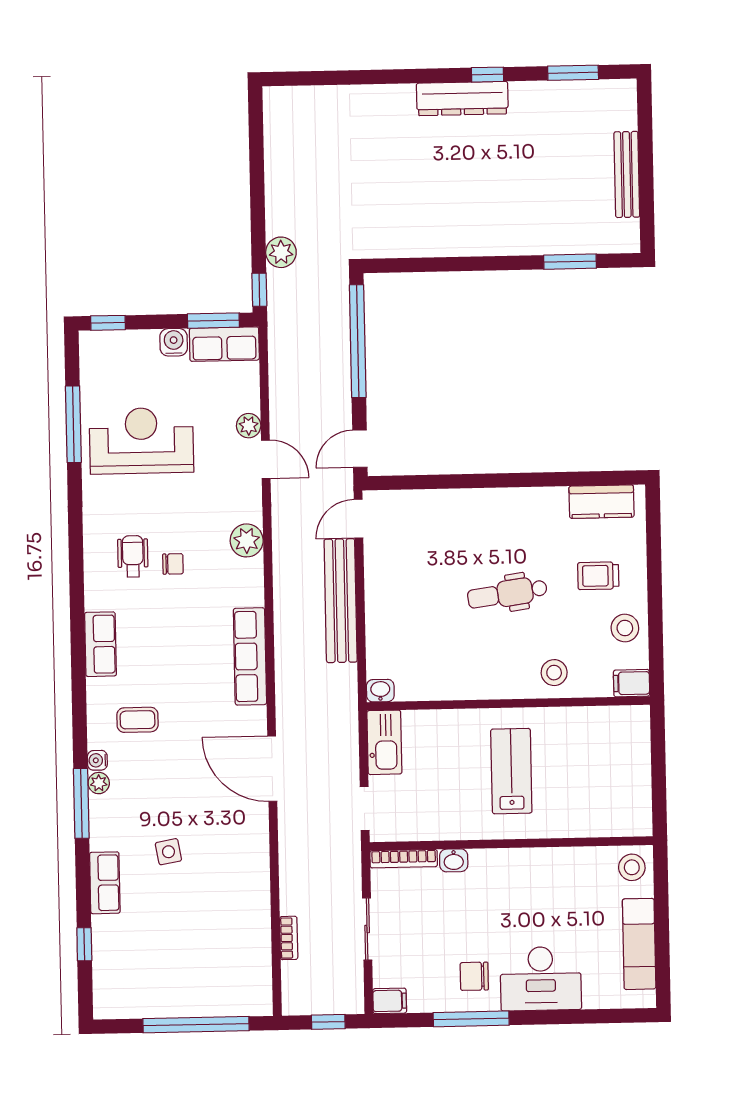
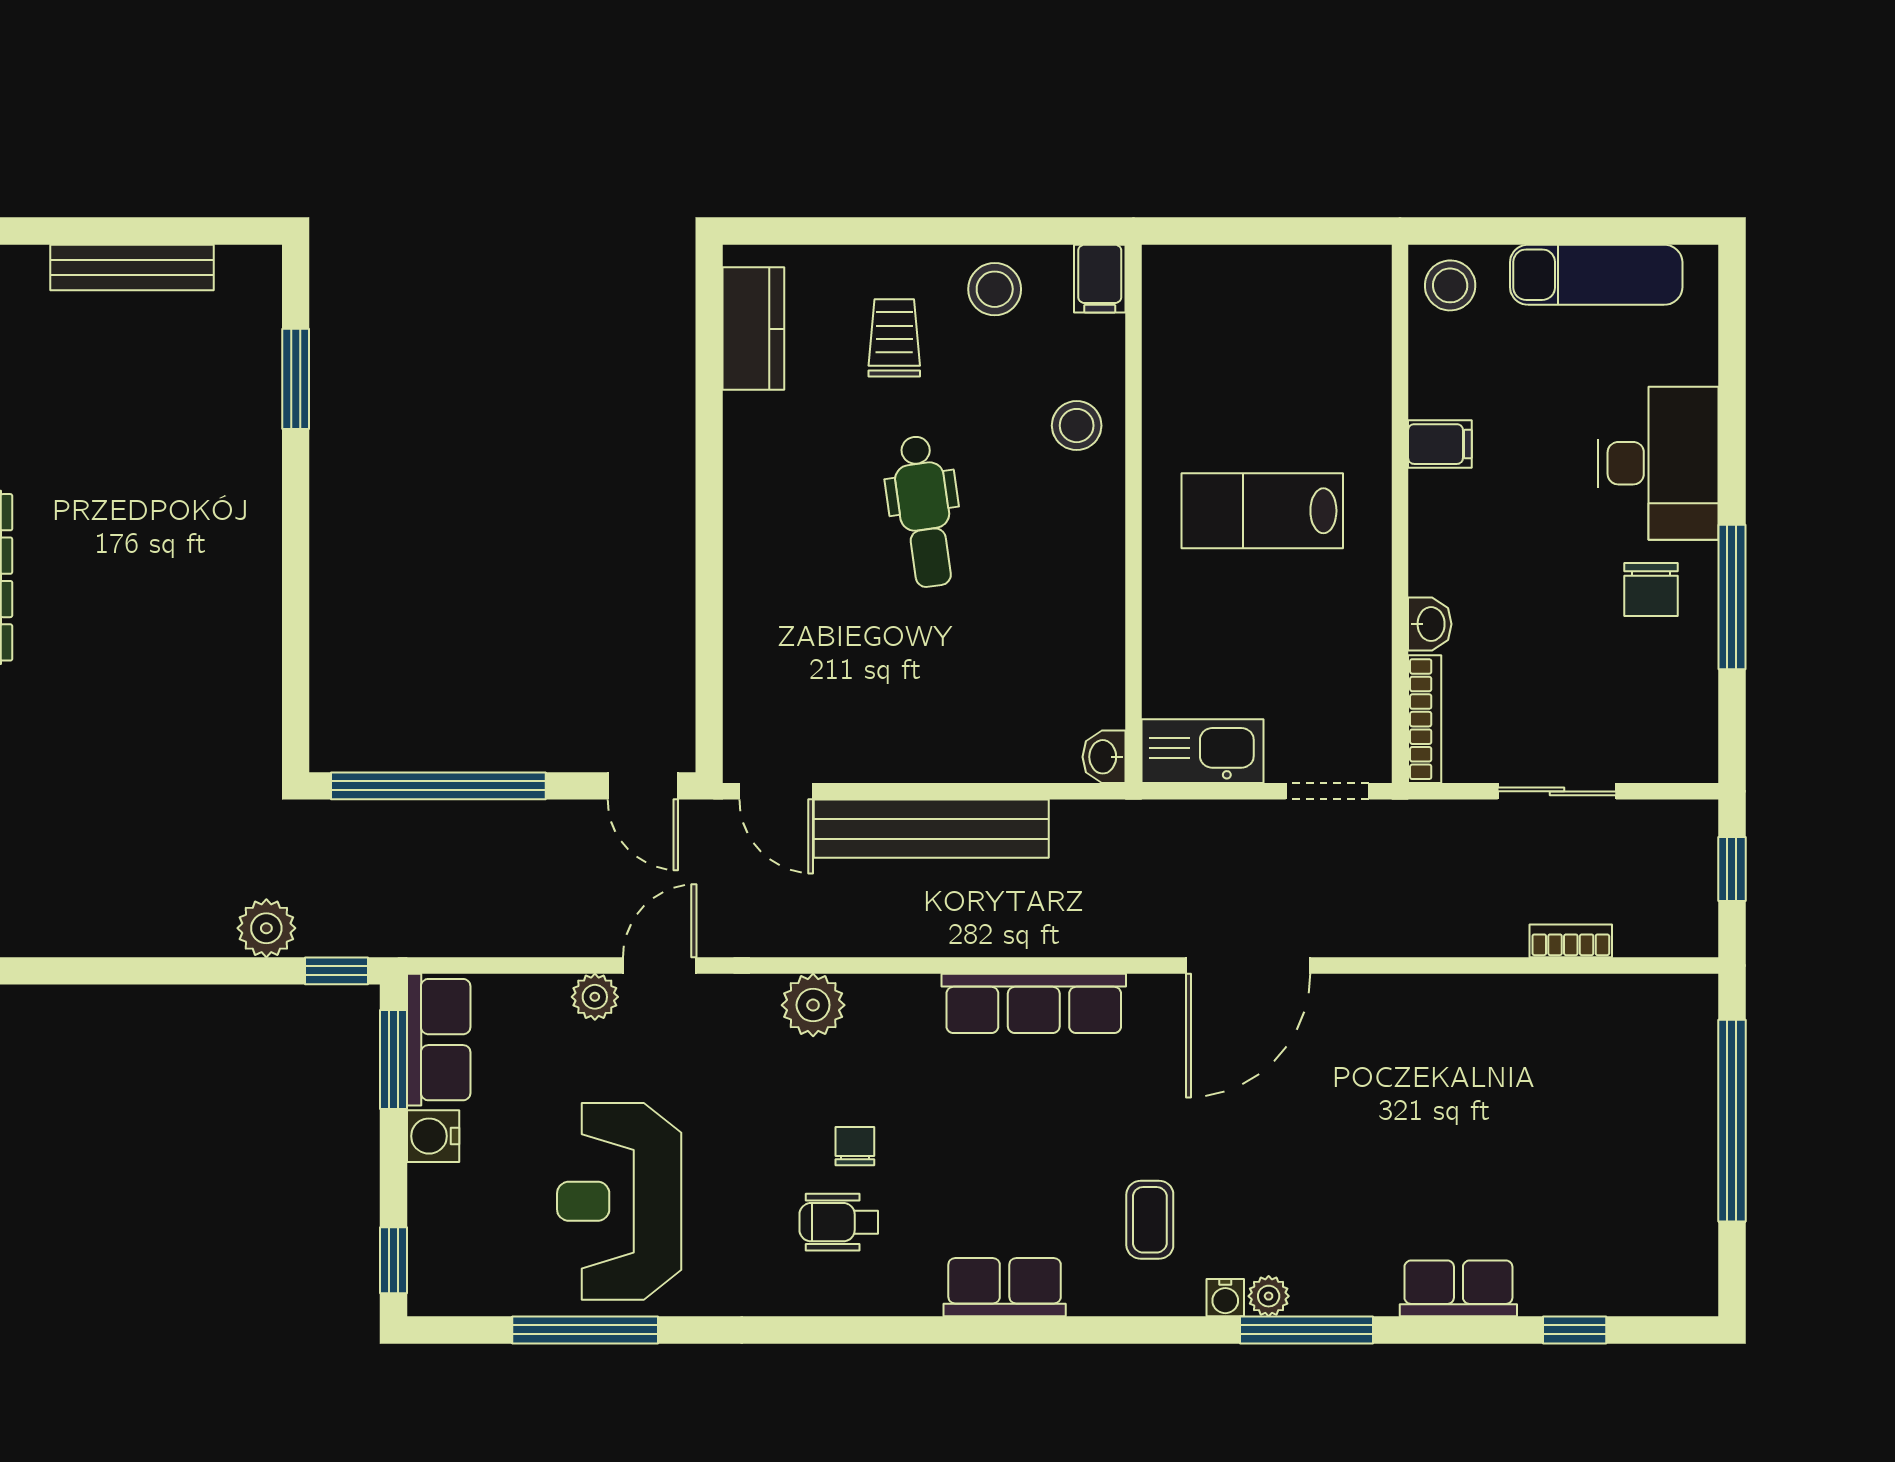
trolley: (598, 576) -> (894, 338), turned 180
side table: (168, 852) -> (1402, 1166), removed
filing cabinet: (390, 1001) -> (1440, 444), moved, turned 90

